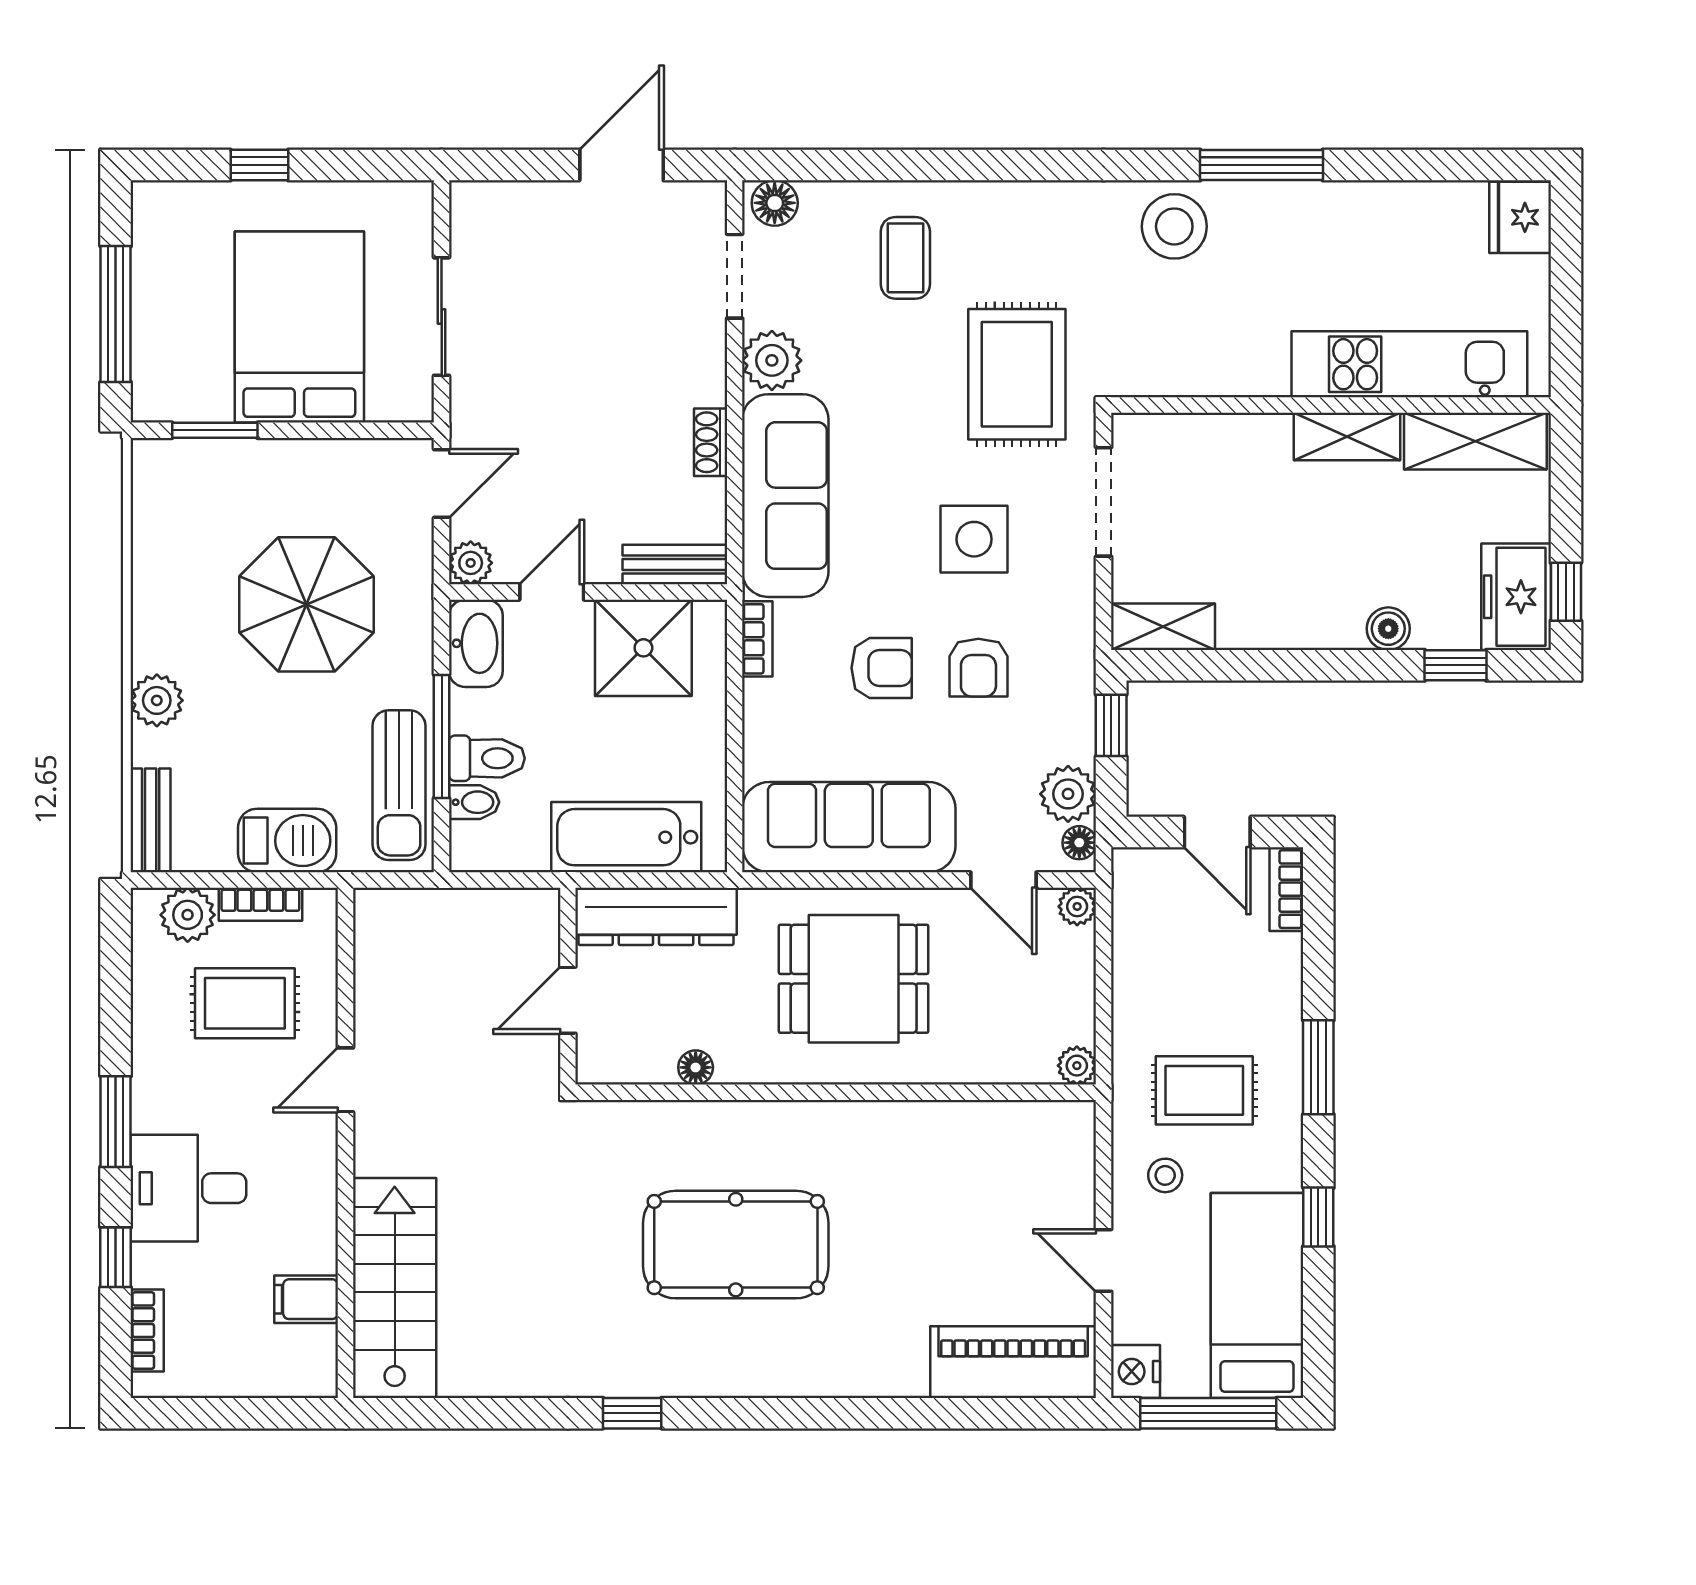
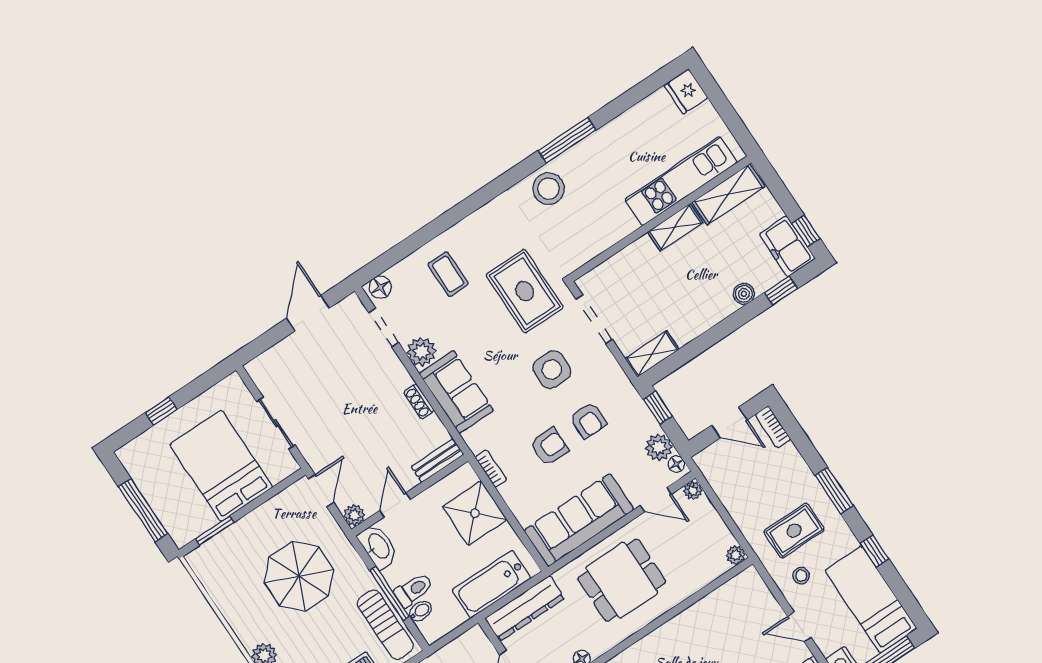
sofa: (785, 496) -> (456, 392), width x0.73
shower: (643, 648) -> (475, 513), moved

